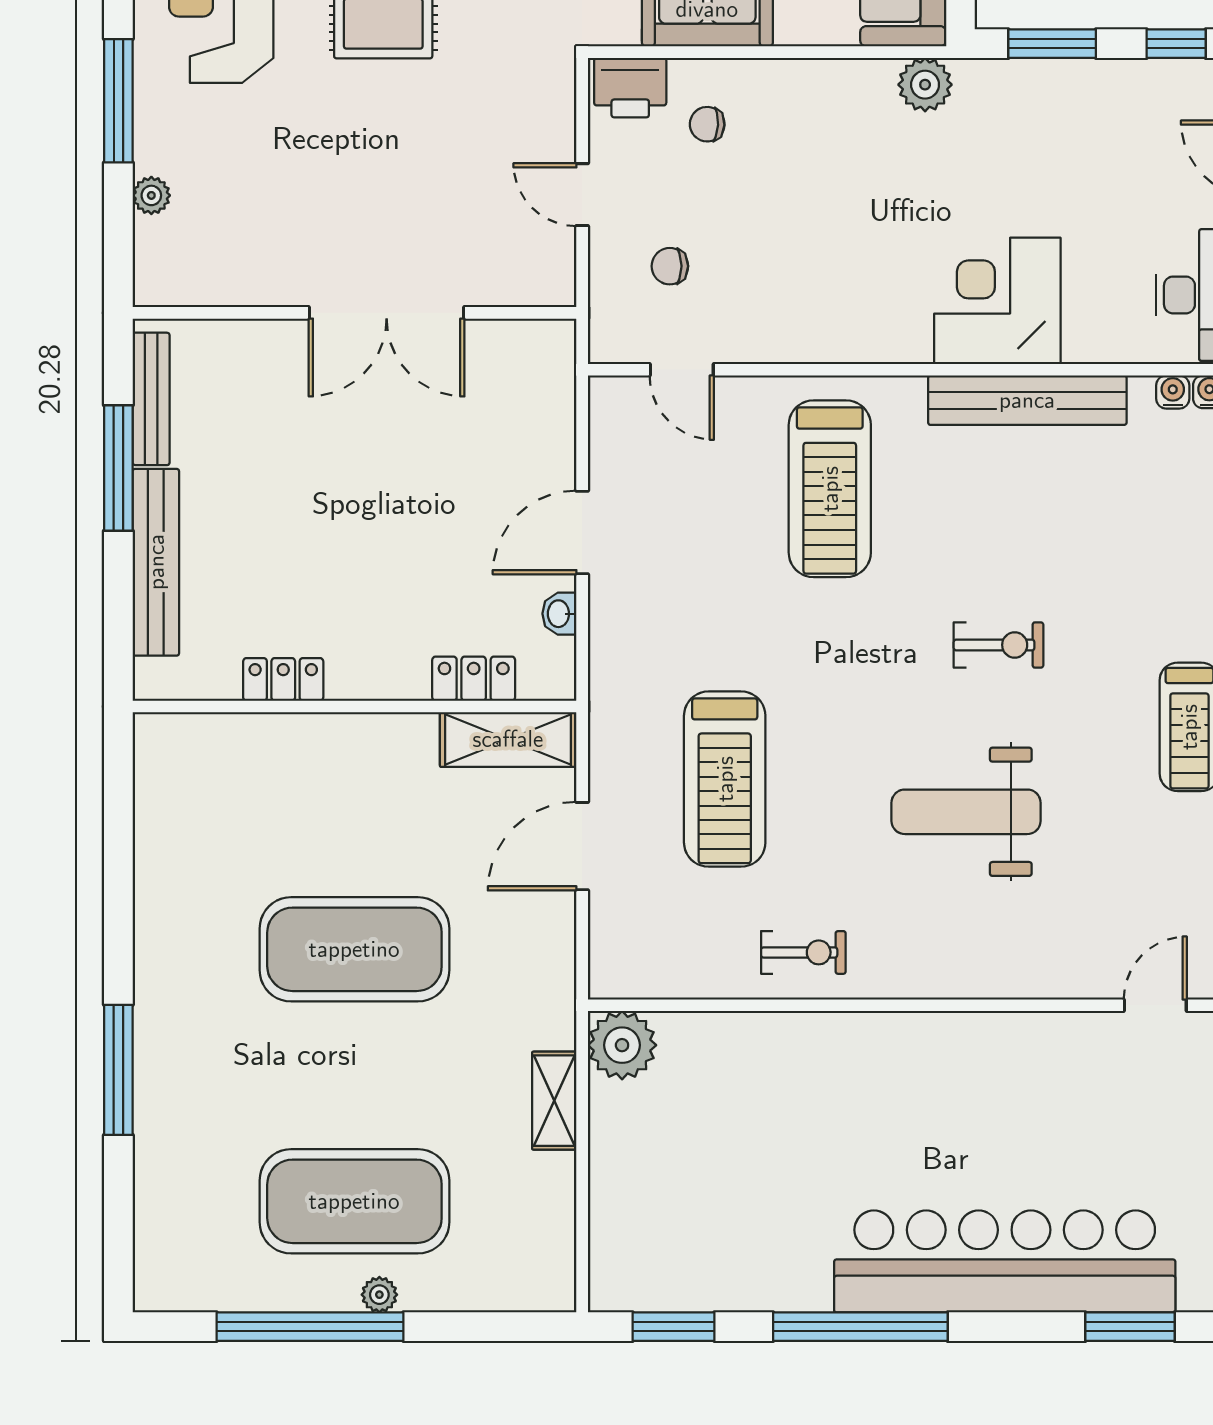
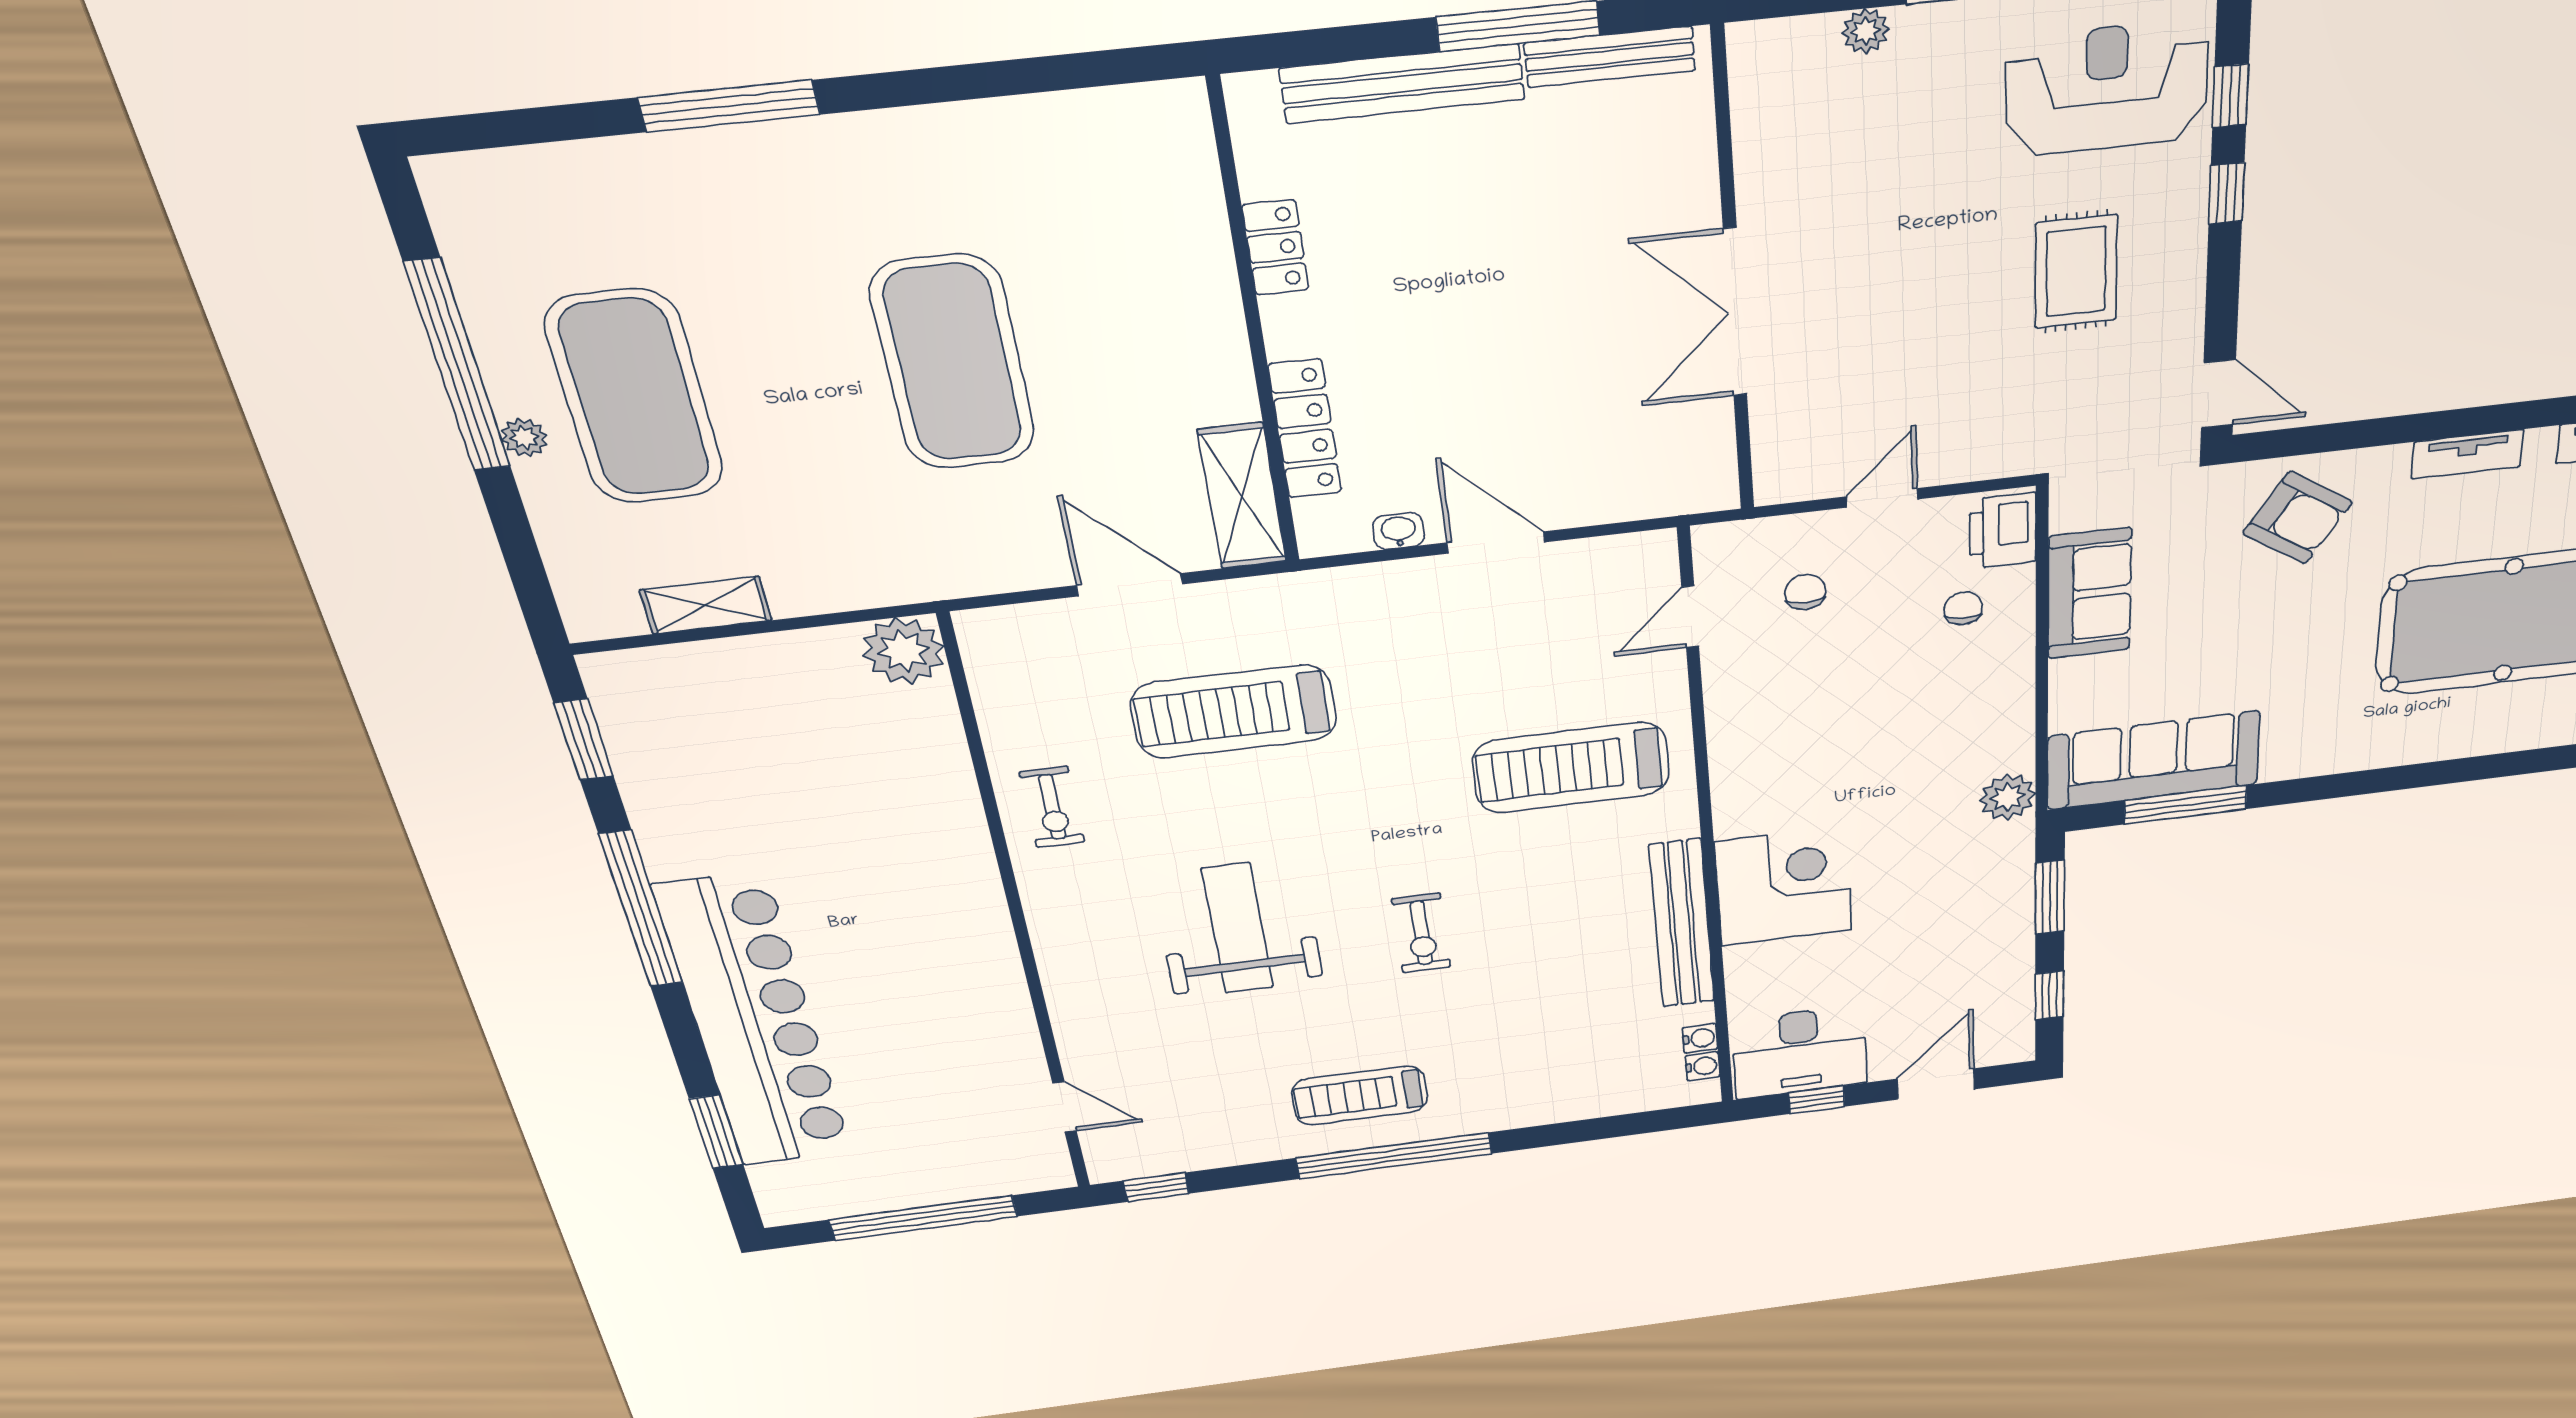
locker: (474, 679) -> (1305, 429), width x1.53
shelving: (554, 1101) -> (706, 605), moved

